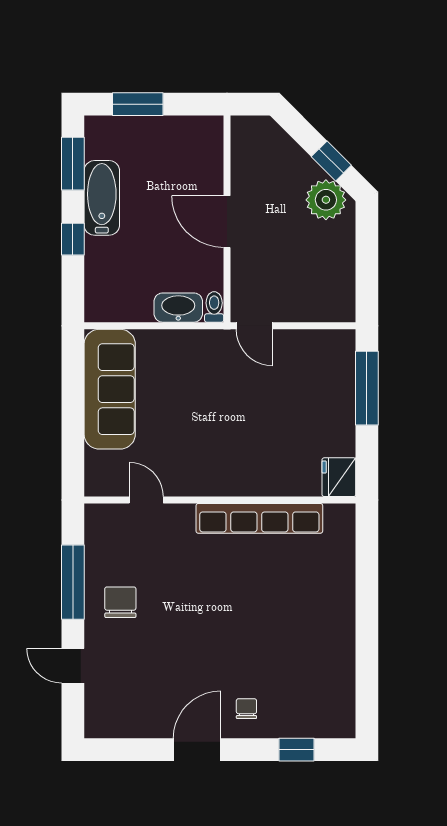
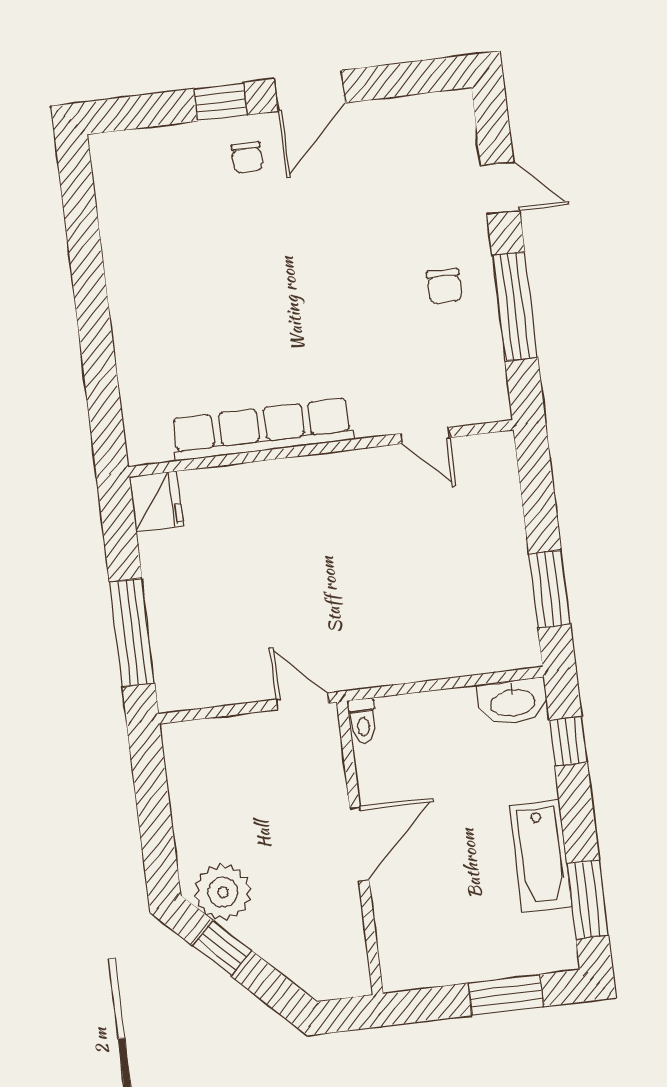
door: (227, 222) -> (359, 844), hinge flipped
window: (73, 239) -> (568, 741), moved
washbasin: (178, 308) -> (512, 702), moved
window: (73, 383) -> (550, 589), added
sofa: (110, 389) -> (496, 586), removed
chair: (120, 602) -> (444, 286), width x0.73, depth x0.73
window: (297, 750) -> (220, 102), moved

